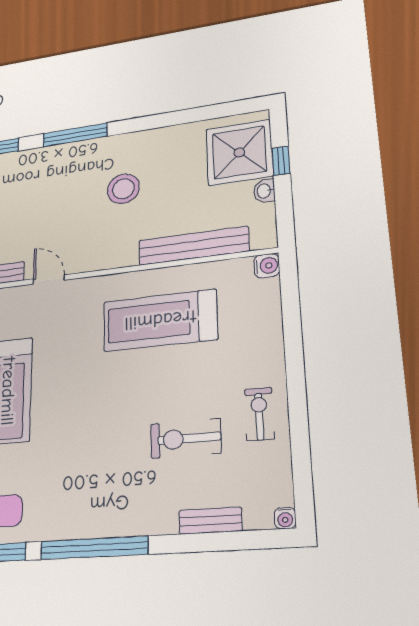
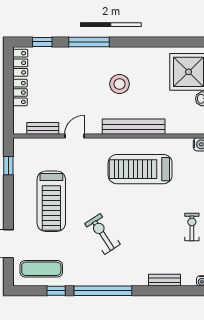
bench: (193, 246) -> (134, 127), moved
door: (49, 280) -> (74, 136), hinge flipped
exercise bike: (186, 439) -> (102, 234), moved, turned 57

